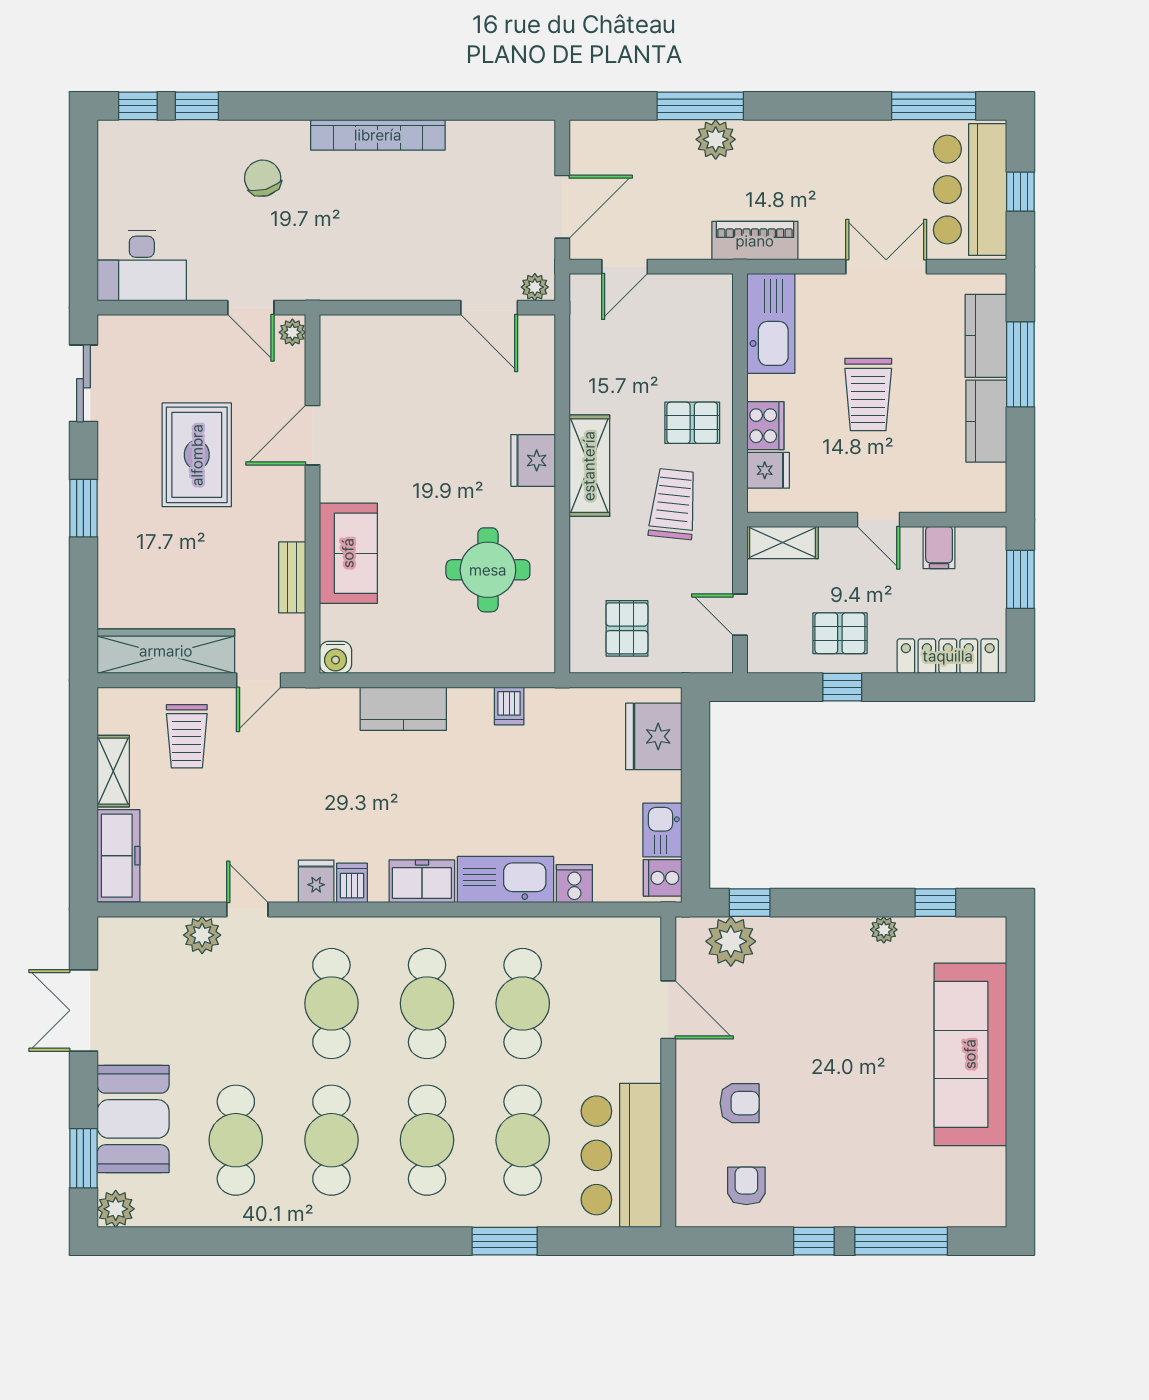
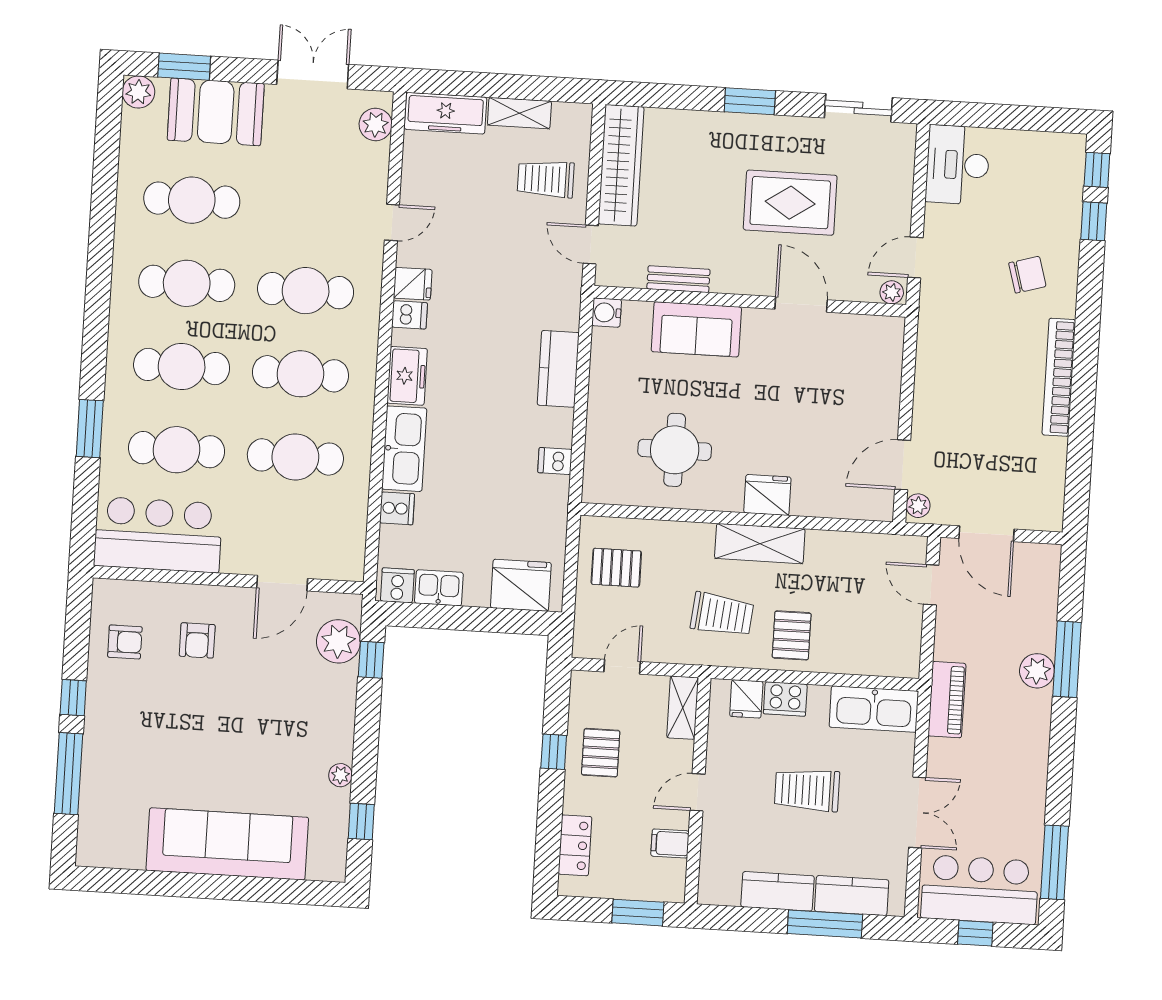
locker: (948, 656) -> (575, 845), width x0.66
plant: (202, 935) -> (376, 124), moved

